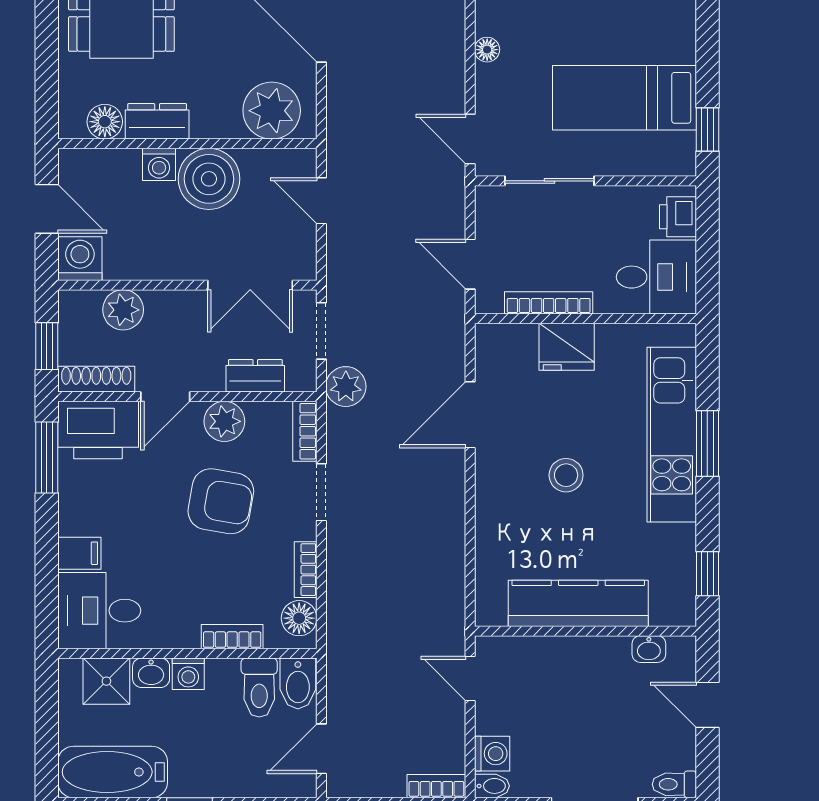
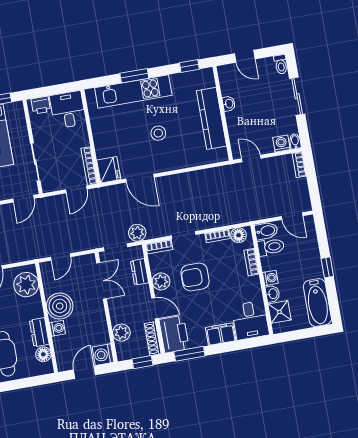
bookcase: (549, 303) -> (89, 166), moved
fridge: (567, 347) -> (109, 170), moved
armchair: (221, 501) -> (195, 277), turned -100
filing cabinet: (79, 553) -> (221, 334), width x2.00
washbasin: (649, 649) -> (229, 104), moved
door: (470, 678) -> (251, 159), swing flipped
door: (707, 705) -> (245, 56), hinge flipped

